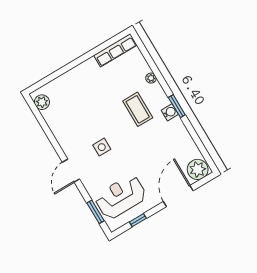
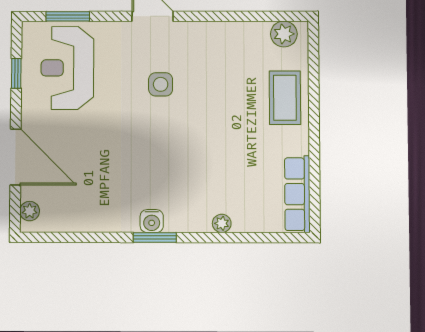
coffee table: (138, 109) -> (285, 98), moved, turned 90
plant: (198, 169) -> (30, 211), width x0.53, depth x0.53
reception desk: (121, 197) -> (67, 68), turned 180

